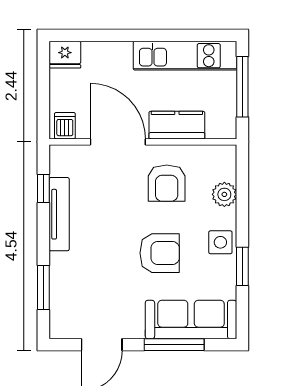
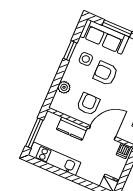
door: (118, 142) -> (102, 133), swing flipped
side table: (220, 242) -> (86, 59), moved

